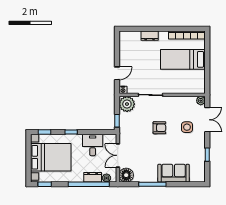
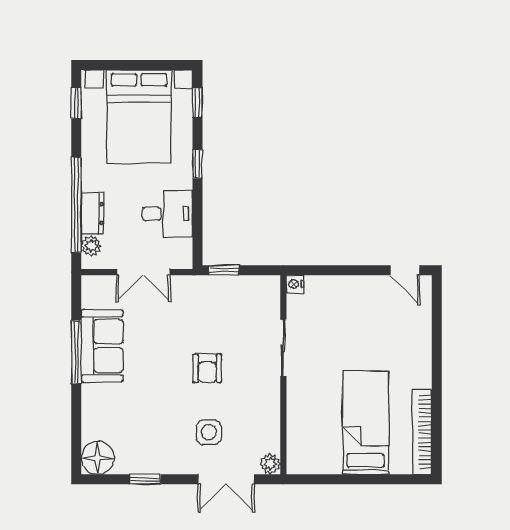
dresser: (150, 36) -> (421, 346), removed
door: (117, 73) -> (405, 270), moved
plant: (127, 104) -> (262, 293), removed
double door: (118, 155) -> (143, 272), swing flipped
sofa: (174, 173) -> (102, 346), moved
floor lamp: (126, 175) -> (98, 458), moved

